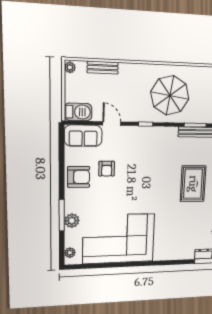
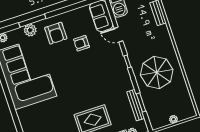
door: (112, 123) -> (119, 35), swing flipped
armchair: (79, 177) -> (56, 33), moved

